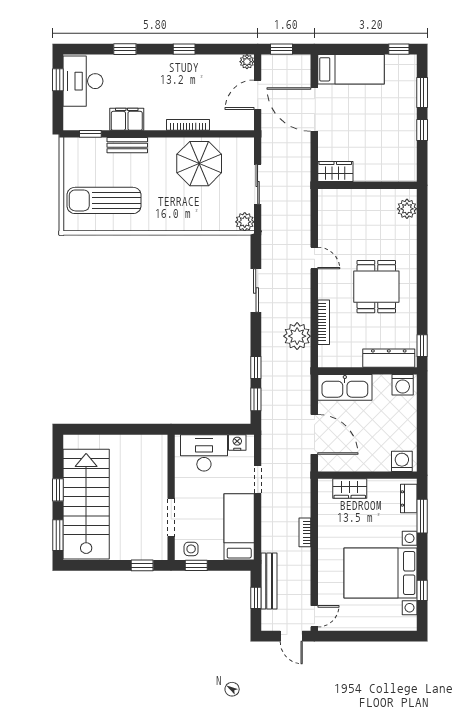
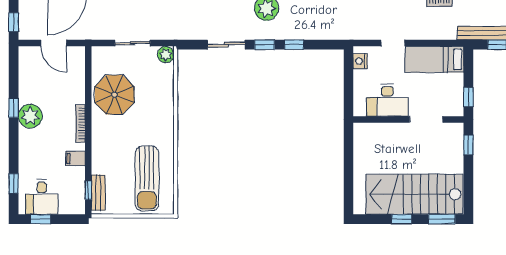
window: (125, 49) -> (14, 183), moved
plant: (247, 62) -> (30, 116), moved, width x1.87, depth x1.87
desk: (83, 81) -> (42, 197), width x0.73
filing cabinet: (127, 119) -> (75, 158), width x0.50
bookcase: (188, 125) -> (80, 124), moved
bench: (127, 145) -> (98, 193), moved
window: (256, 399) -> (265, 45), moved
desk: (204, 453) -> (387, 100), moved, turned -90
side table: (191, 549) -> (454, 102), removed

